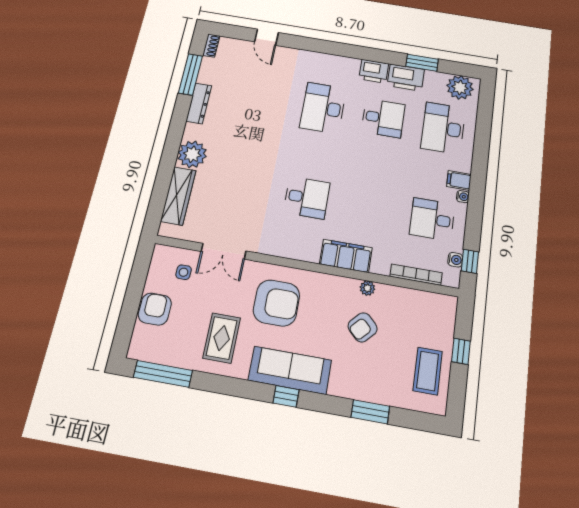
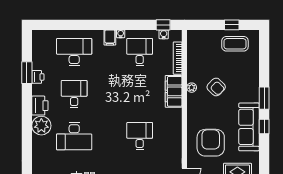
printer: (406, 78) -> (38, 77), width x0.53, depth x0.68
plant: (460, 87) -> (41, 126), moved
desk: (443, 128) -> (74, 52), turned 180
desk: (432, 219) -> (140, 52), turned 180
filing cabinet: (346, 256) -> (174, 91), moved
window: (461, 351) -> (232, 25), moved
window: (370, 412) -> (264, 98), moved

